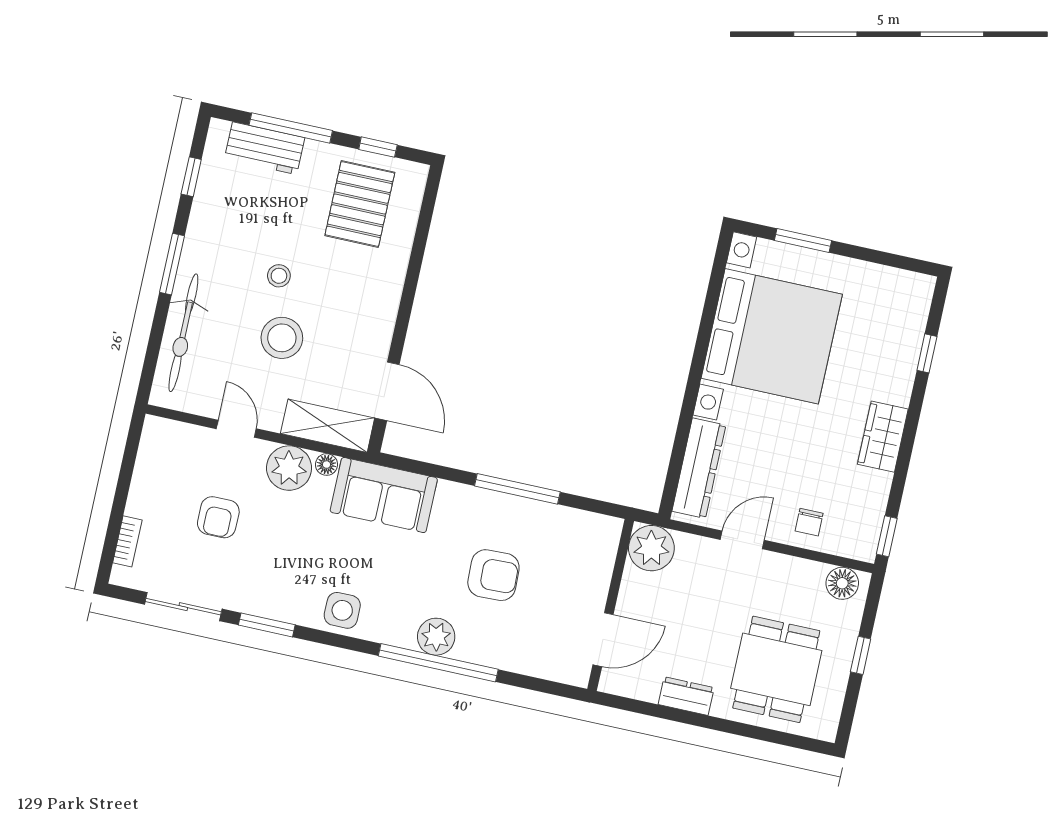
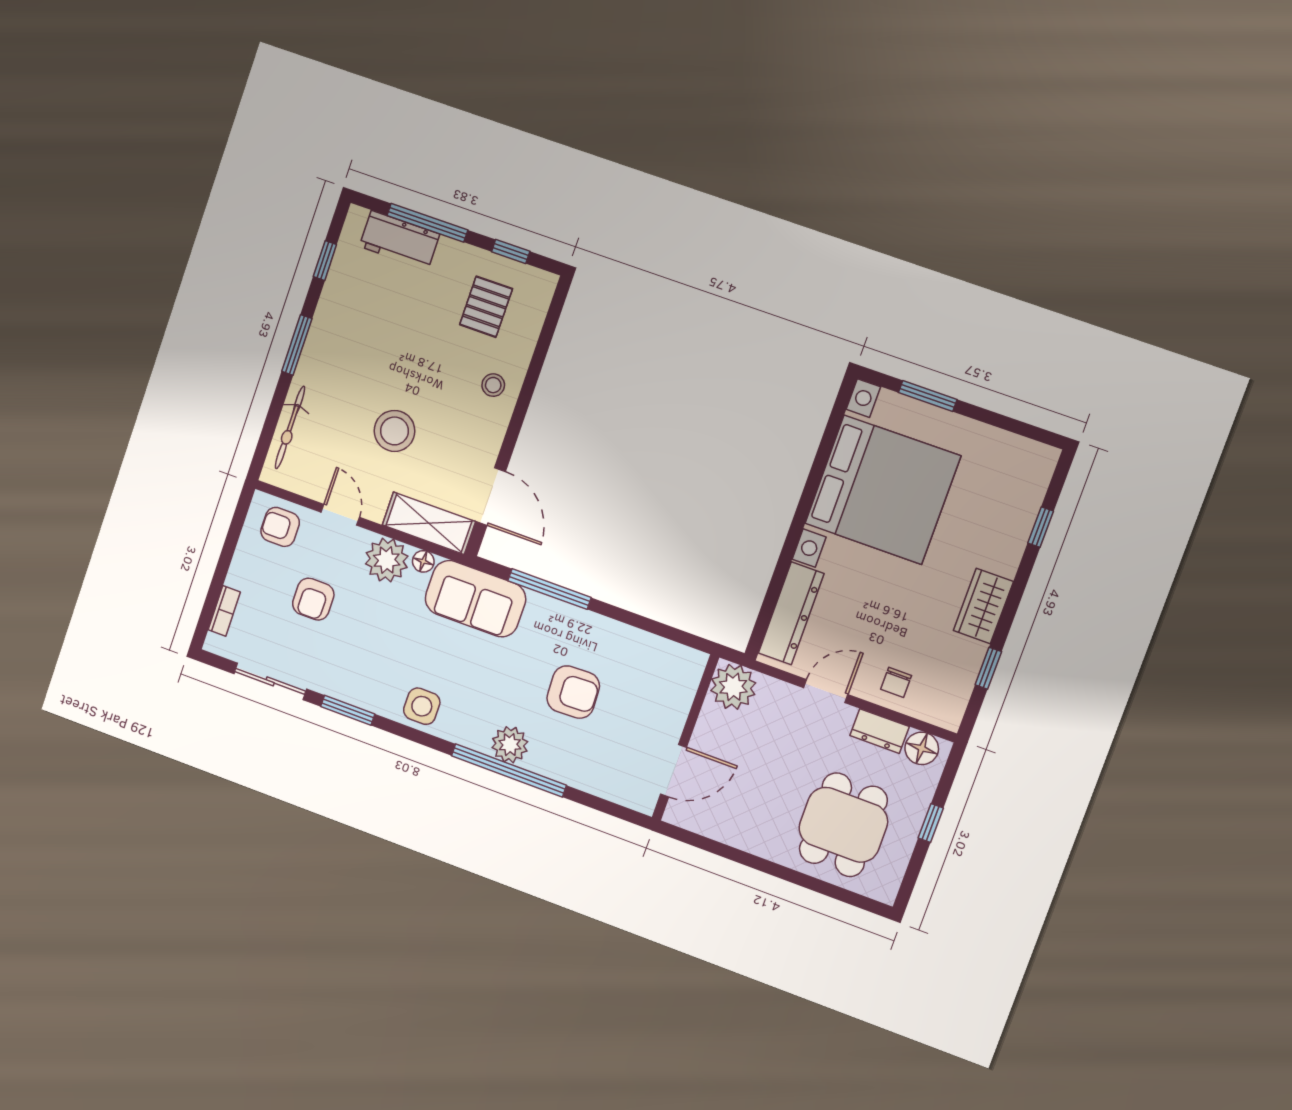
pallet: (360, 204) -> (486, 307), width x0.67, depth x0.71
stool: (279, 276) -> (493, 385), moved
bicycle: (183, 333) -> (290, 427), width x0.73, depth x0.71
armchair: (176, 449) -> (280, 527), added
window: (517, 489) -> (549, 589), moved
window: (887, 536) -> (988, 668), moved
dresser: (686, 696) -> (880, 731), moved, turned 180

